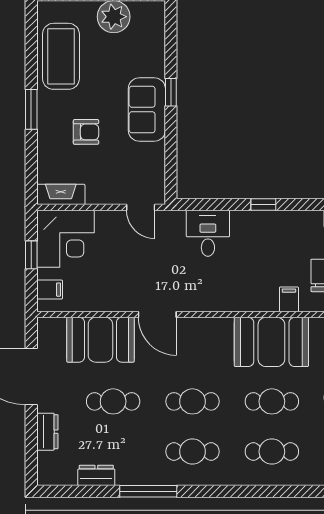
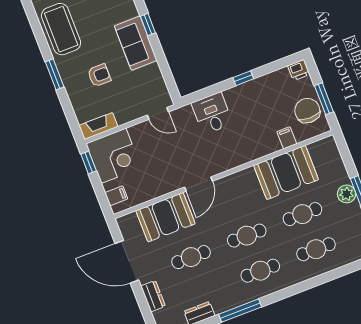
window: (31, 255) -> (89, 163), moved
door: (157, 314) -> (199, 184), hinge flipped

